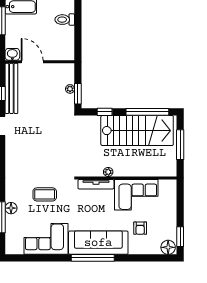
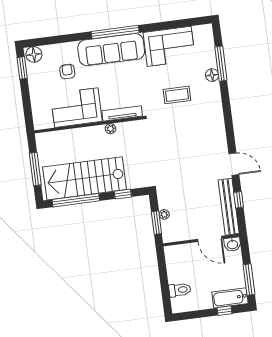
window: (78, 94) -> (156, 223), moved

